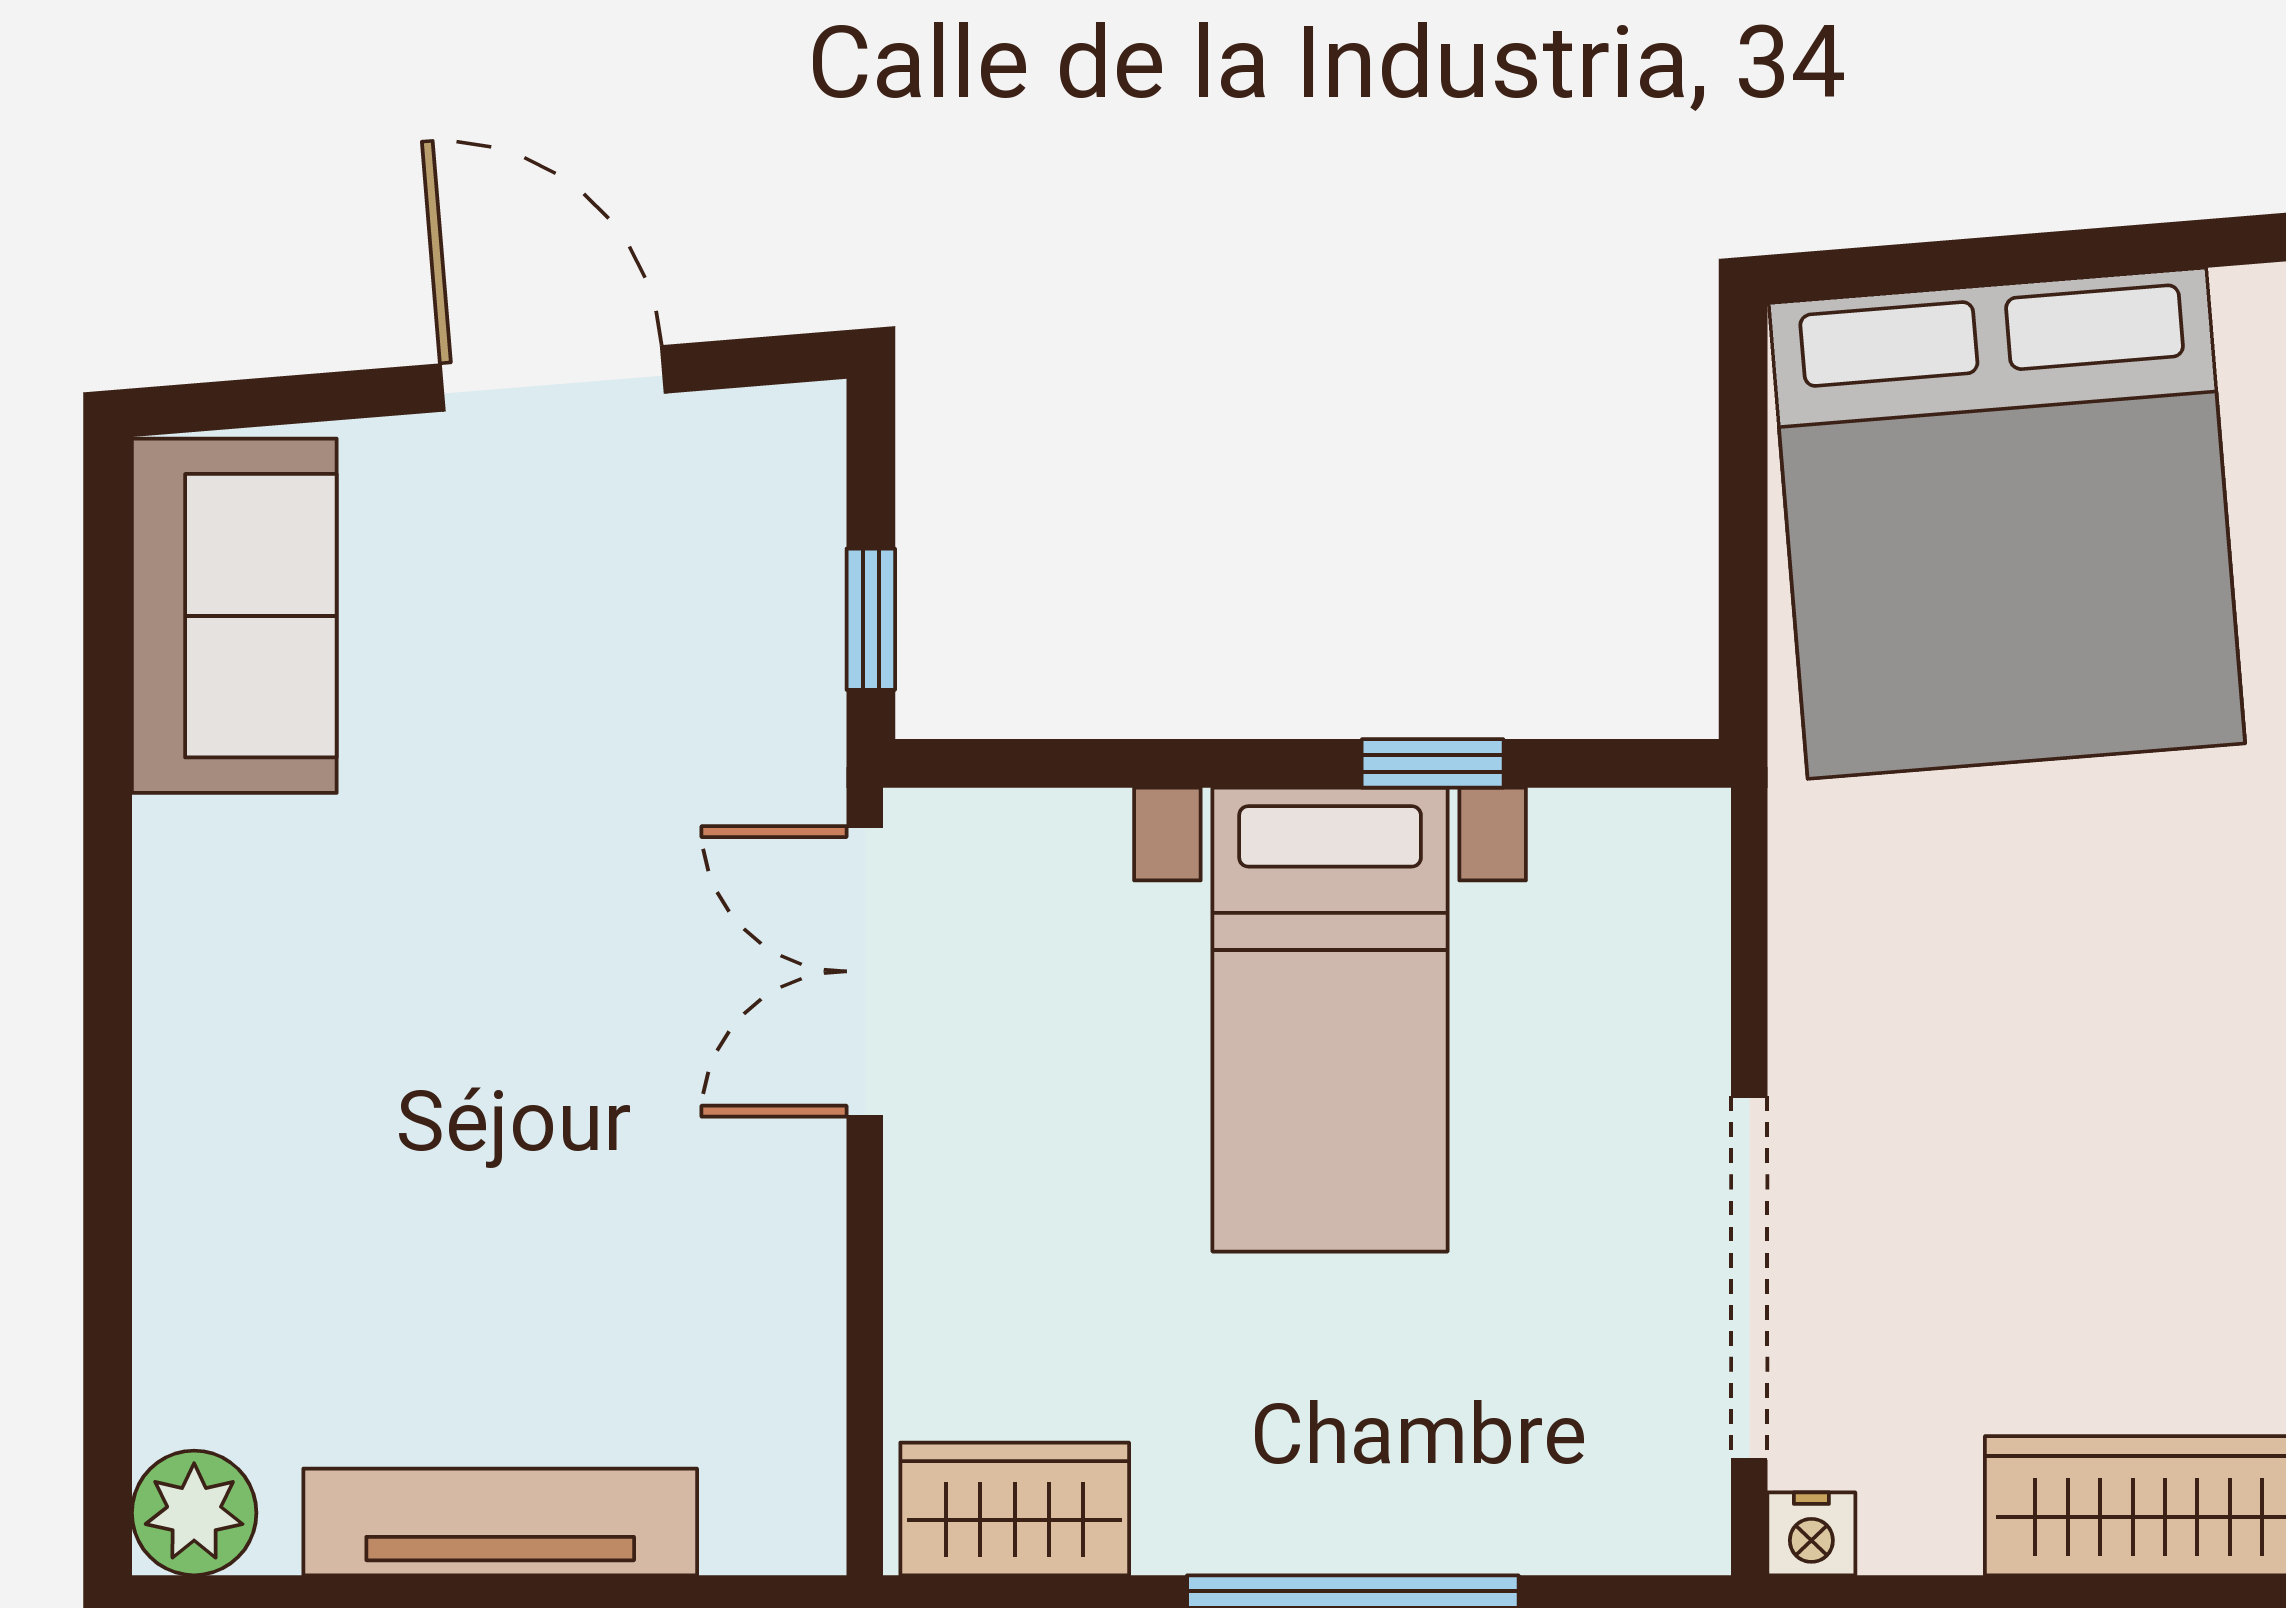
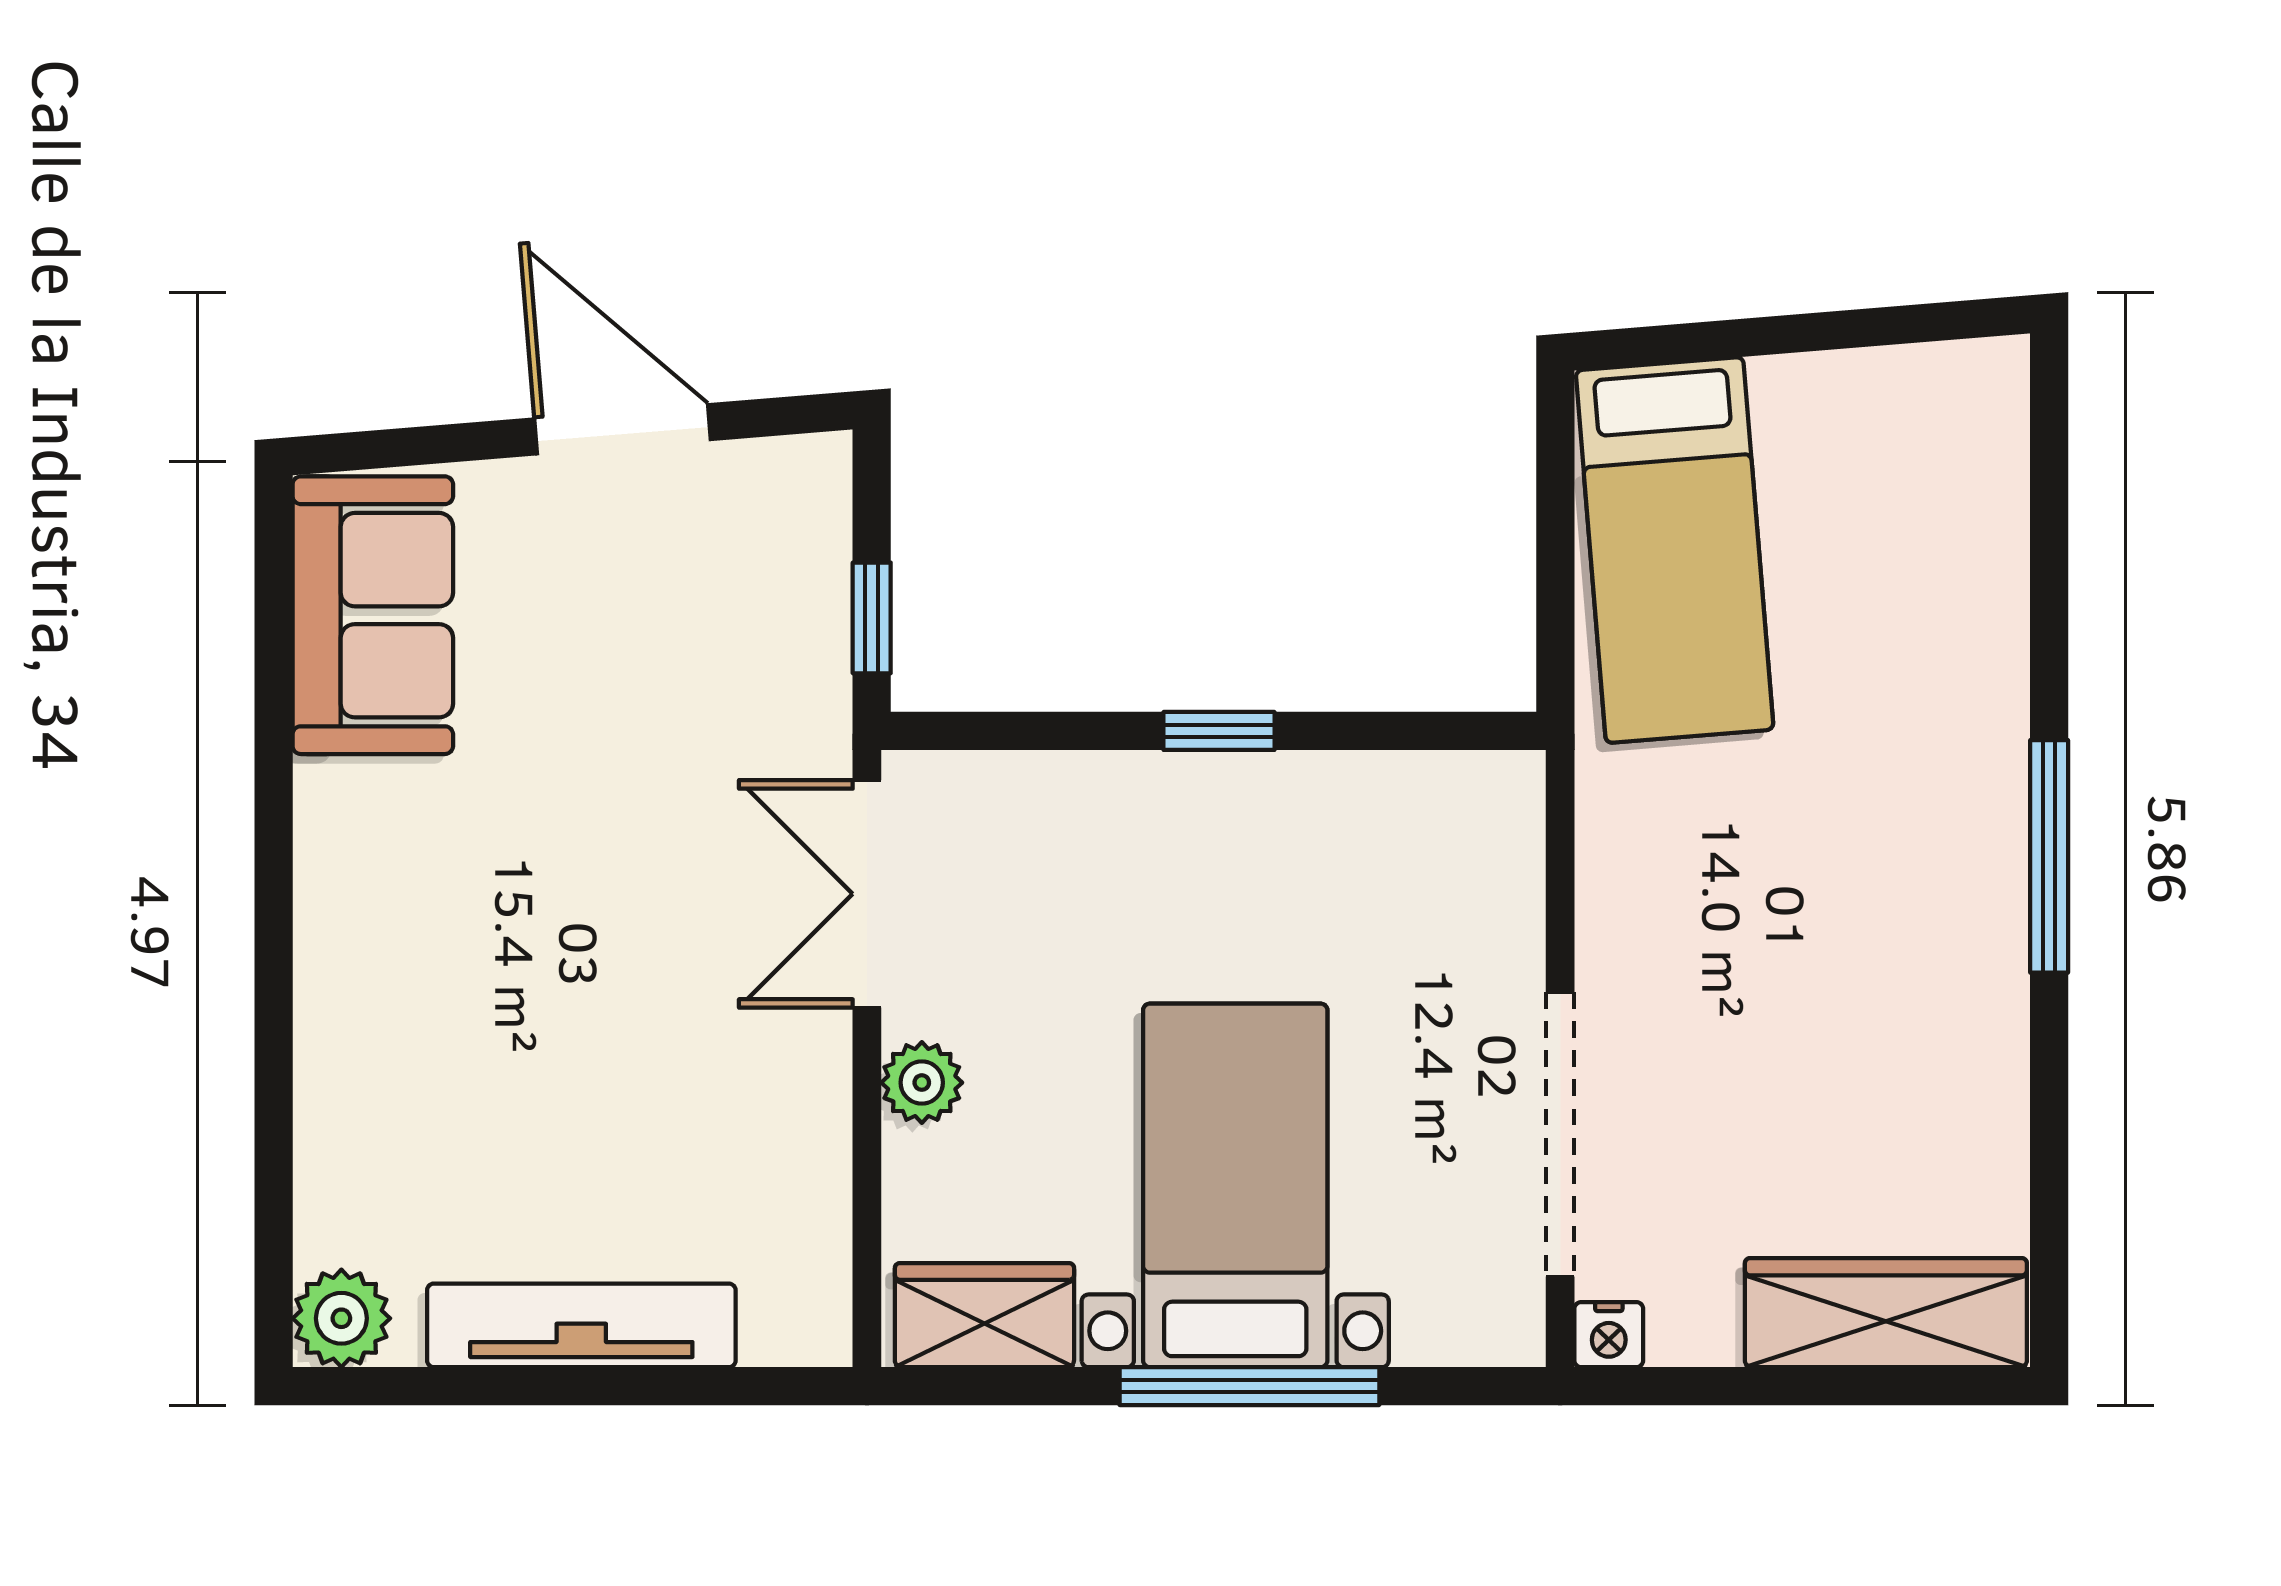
bed: (2007, 523) -> (1675, 550), width x0.49
window: (1433, 763) -> (1219, 731), moved
bed with nightstands: (1330, 1020) -> (1235, 1185), moved, turned 180
plant: (935, 1212) -> (922, 1083), added

